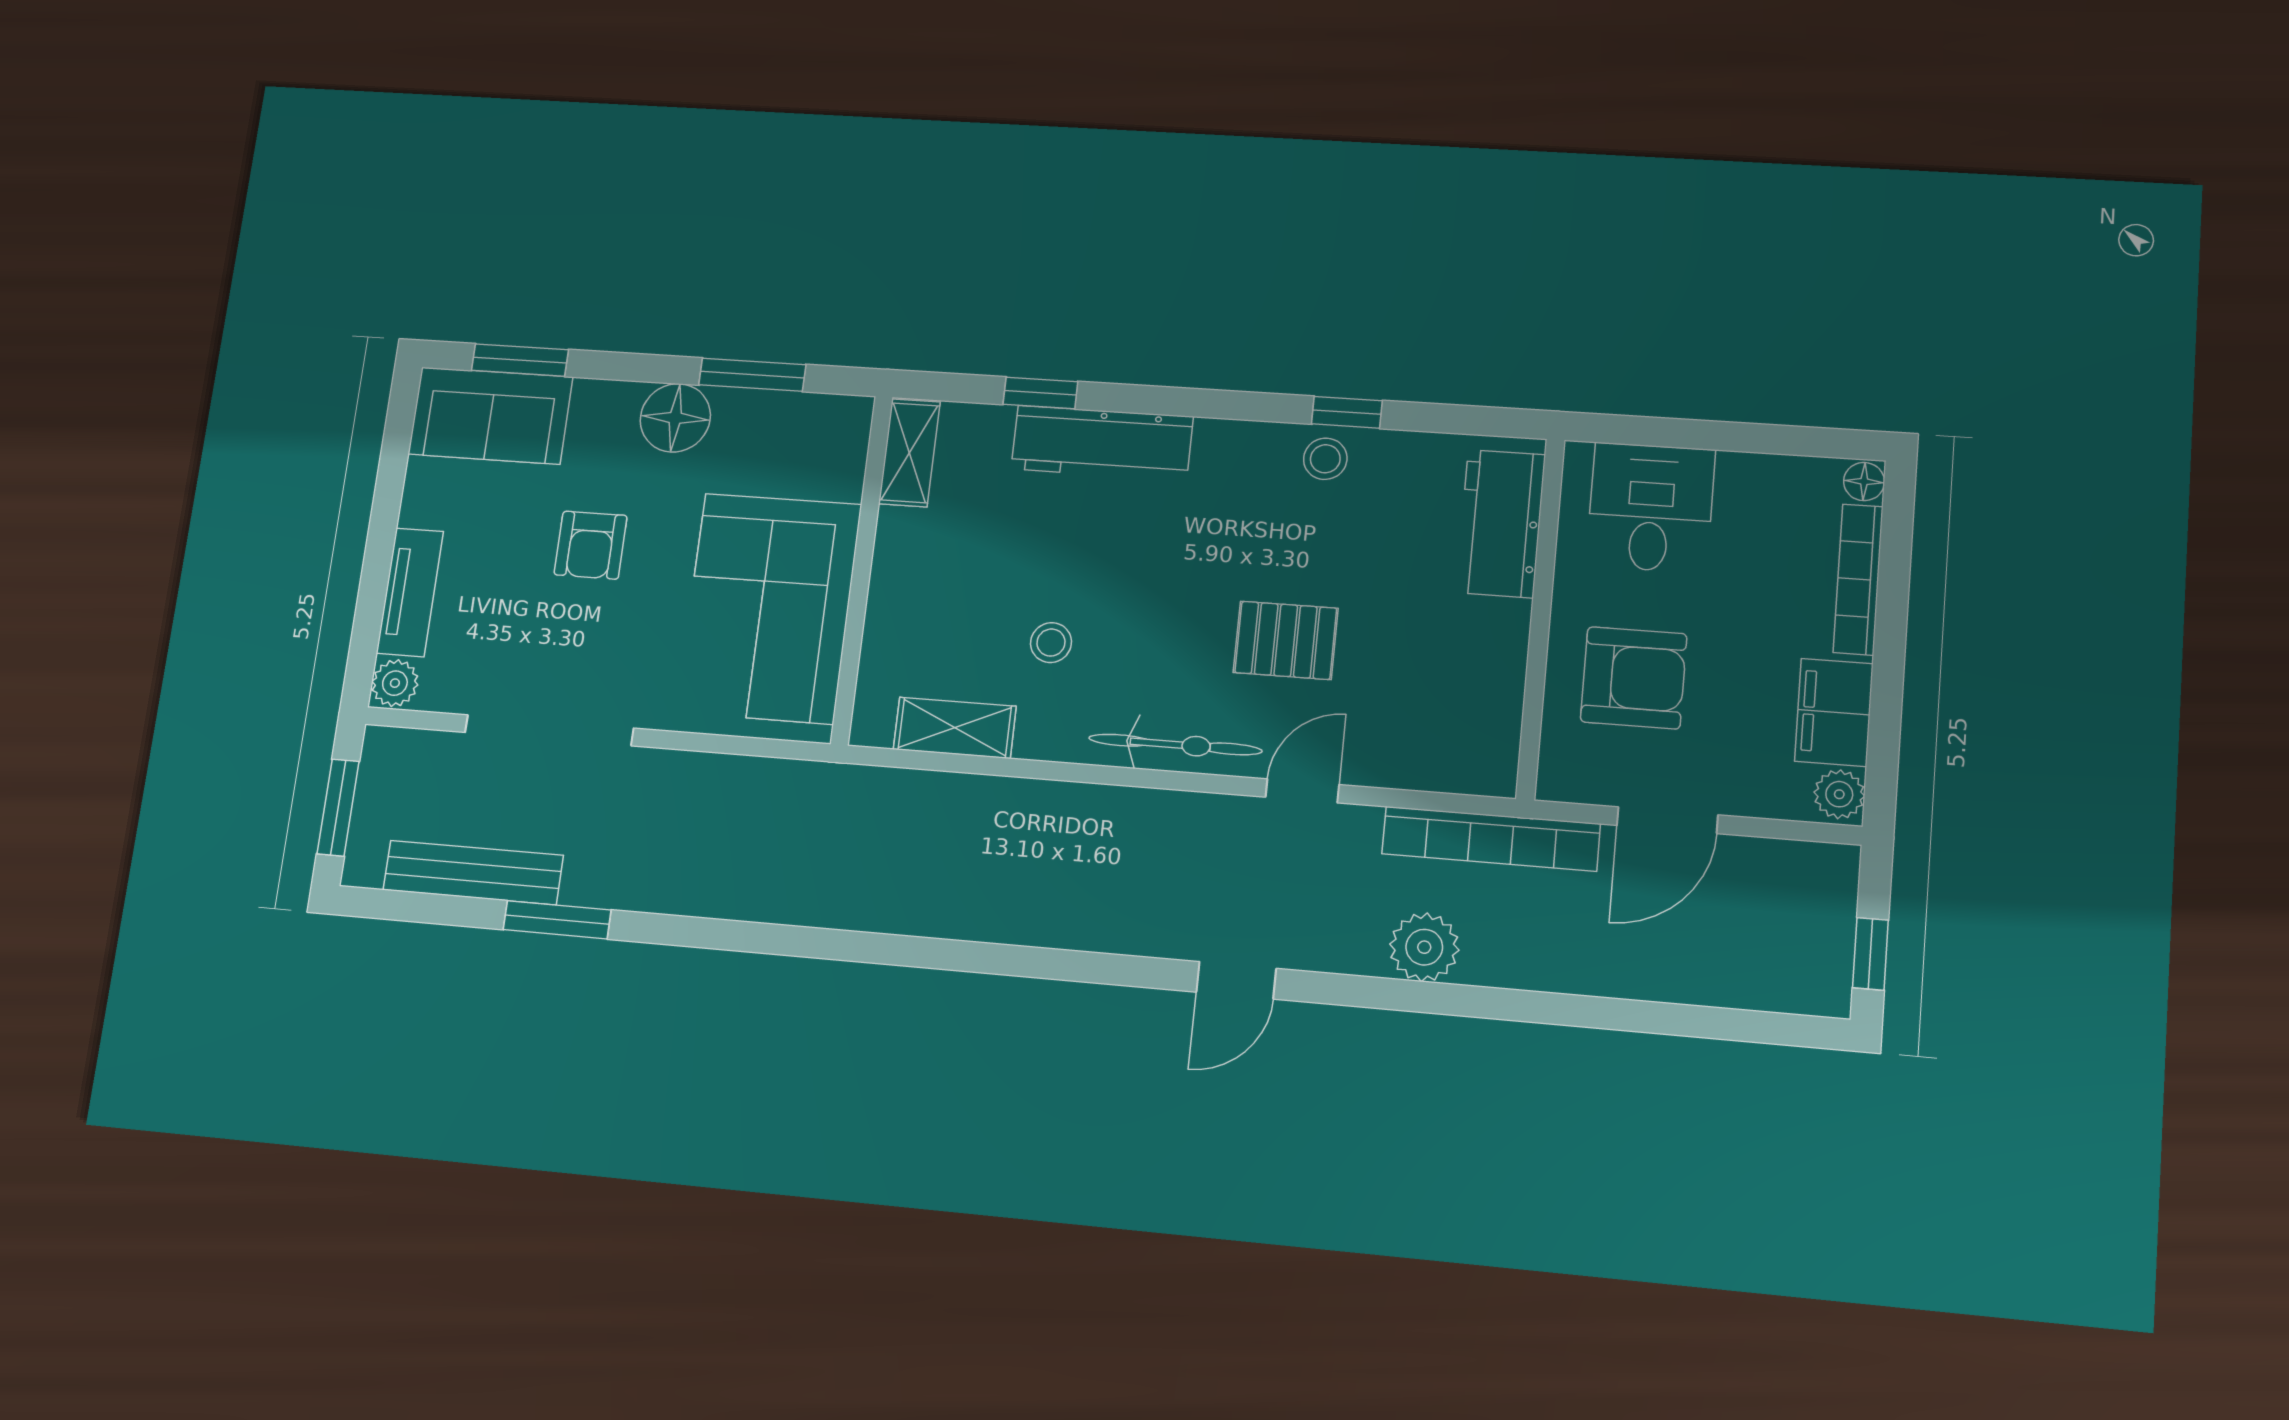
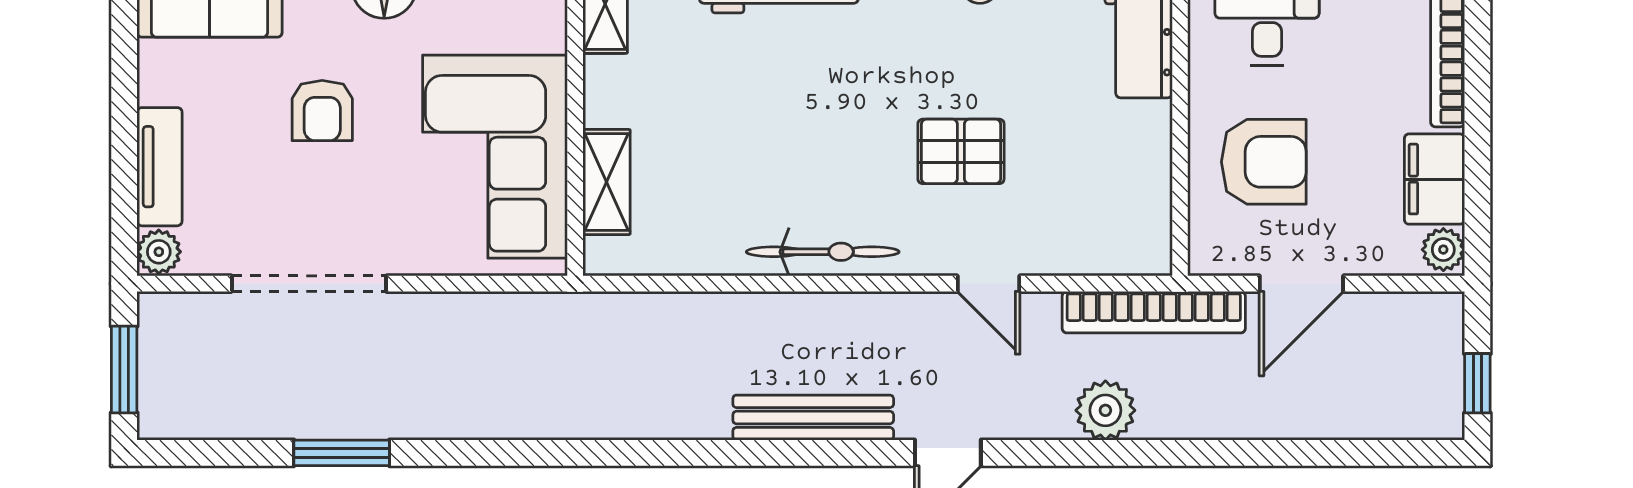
stool: (1051, 643) -> (754, 169), removed
shelving: (955, 728) -> (607, 182), moved, turned 90
bicycle: (1175, 745) -> (823, 252), moved
door: (1302, 791) -> (988, 284), swing flipped
bench: (473, 873) -> (813, 418), moved

